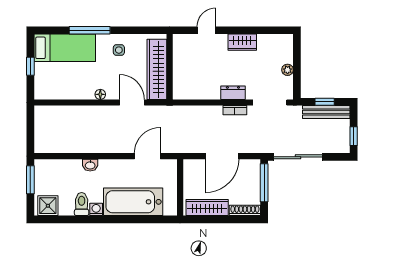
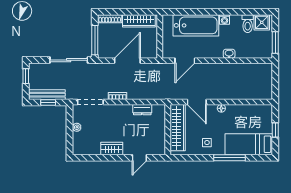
dresser: (233, 93) -> (142, 110), moved
toilet: (82, 204) -> (248, 24), moved

